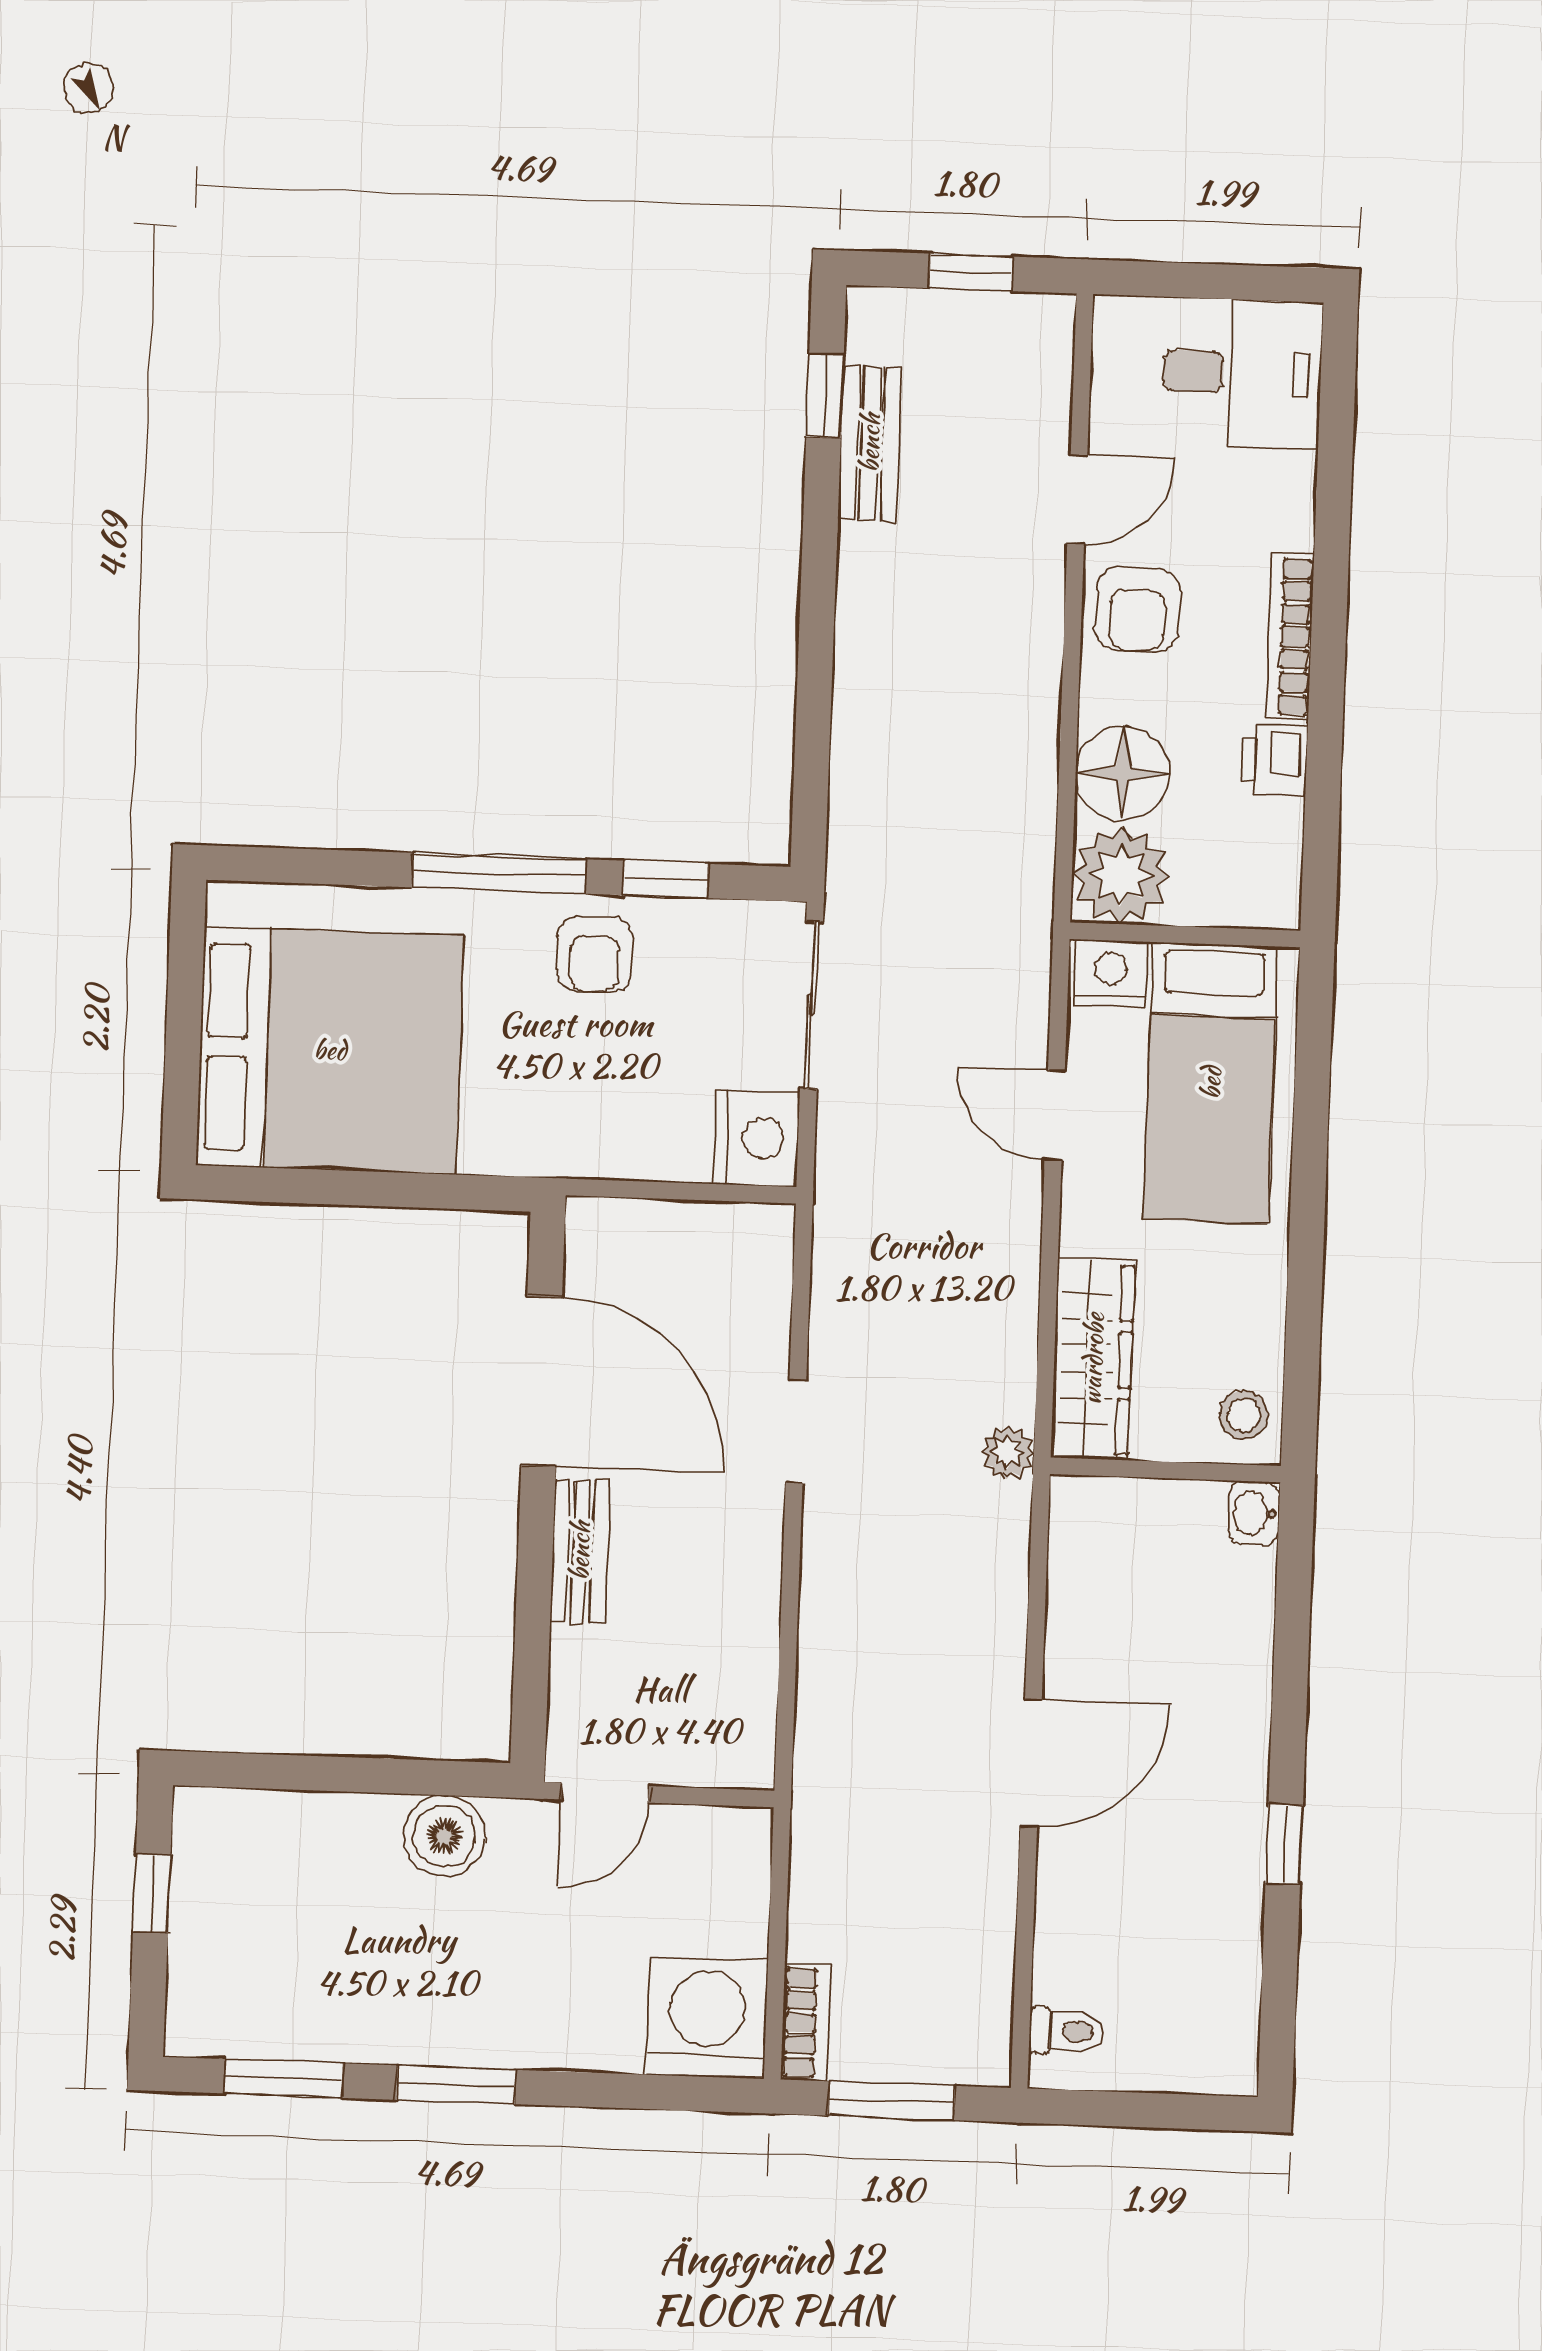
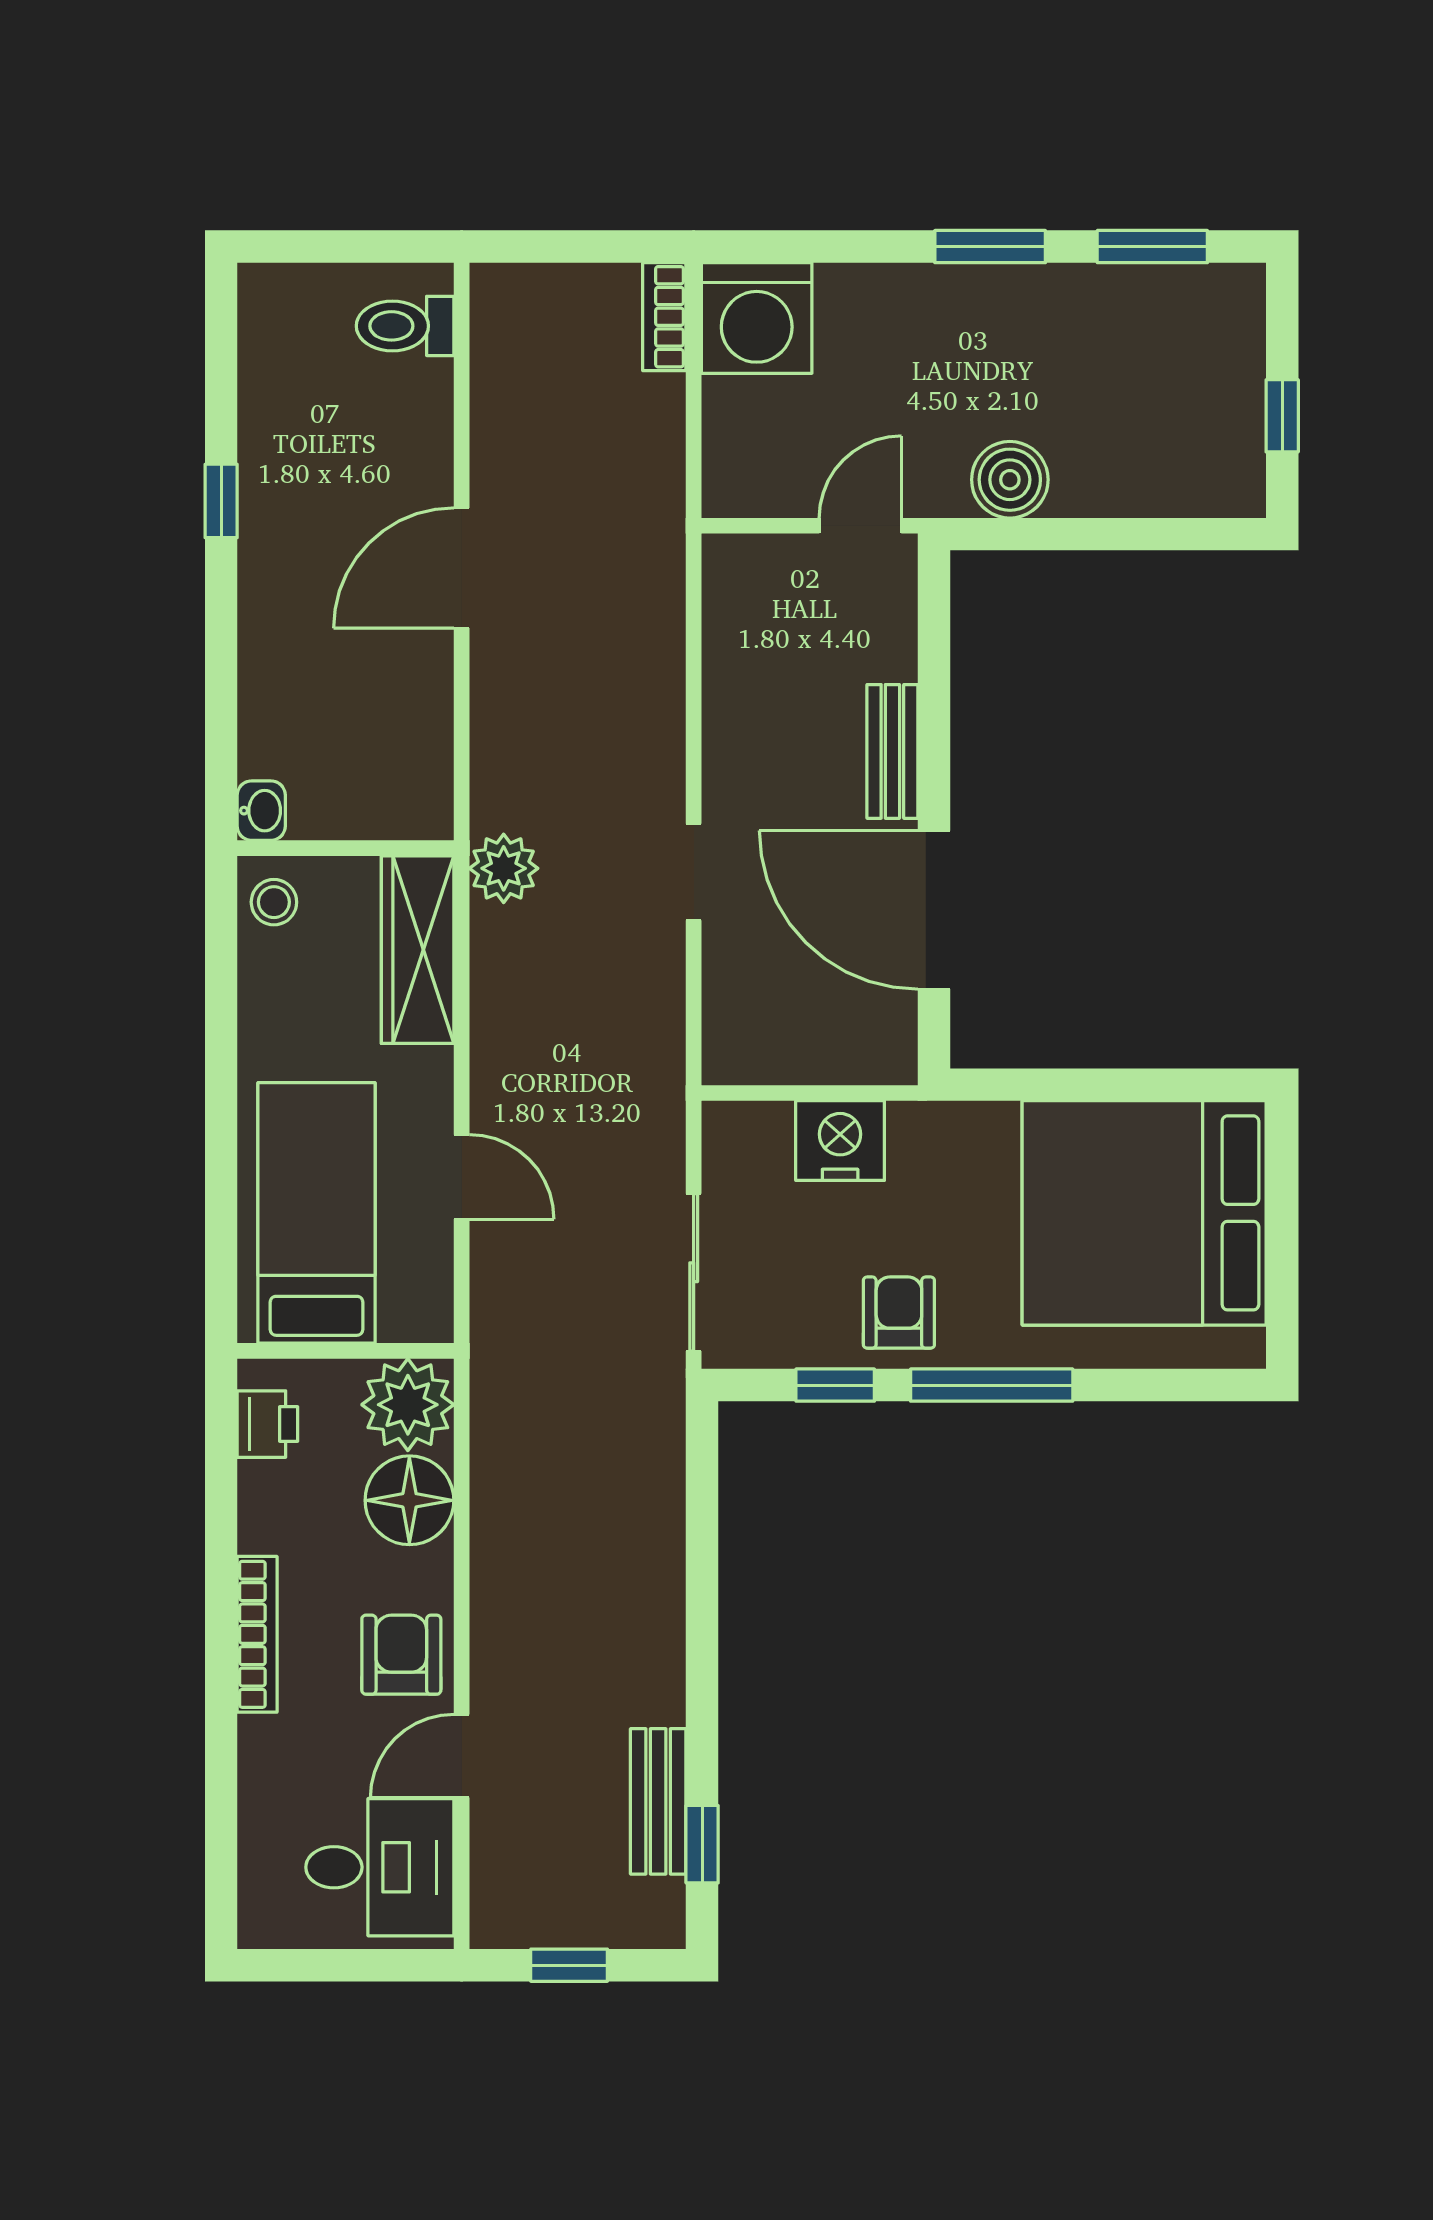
desk: (1242, 373) -> (380, 1867), moved, turned 180
printer: (1275, 760) -> (267, 1424), moved
nightstand: (1111, 973) -> (414, 1312), removed
nightstand: (756, 1138) -> (840, 1141), moved, turned 90
plant: (1008, 1452) -> (504, 868), width x1.38, depth x1.38
toilet: (1067, 2031) -> (405, 326), width x1.37, depth x1.39
window: (892, 2101) -> (580, 247), removed

